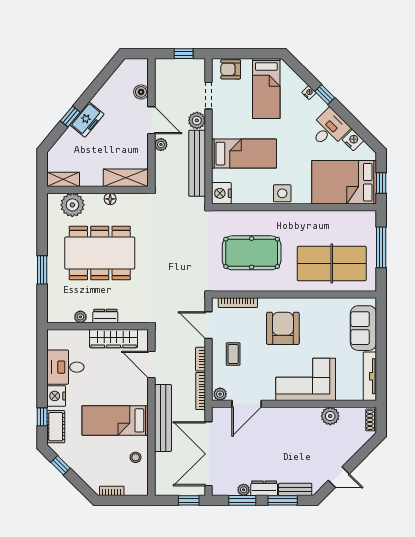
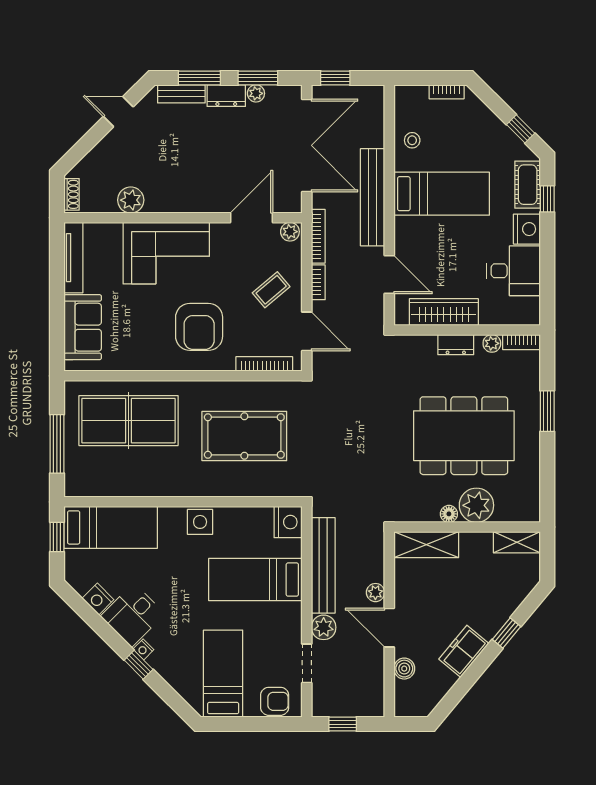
nightstand: (309, 93) -> (143, 649), moved
freezer: (87, 120) -> (464, 651), moved
bed: (344, 182) -> (111, 527), width x0.67
plant: (72, 205) -> (476, 505), moved
bookcase: (60, 318) -> (521, 342), added
coffee table: (233, 354) -> (271, 290), turned 50

